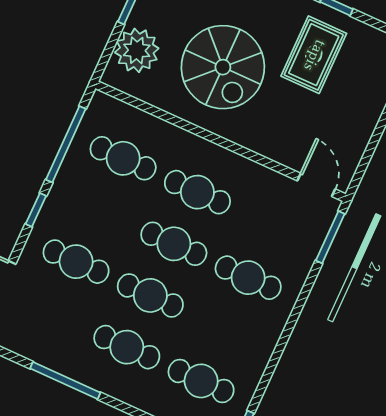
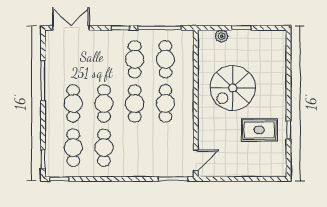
plant: (137, 50) -> (222, 36), width x0.53, depth x0.53
cafe table: (76, 262) -> (135, 59), moved
cafe table: (248, 278) -> (104, 148), moved

